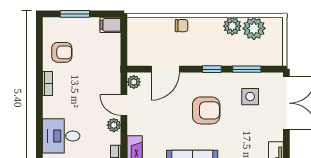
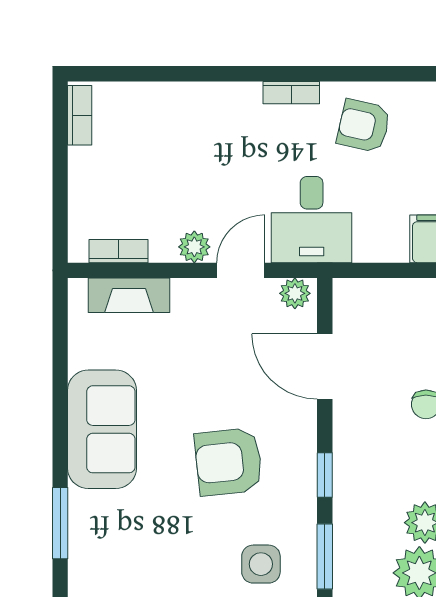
armchair: (62, 52) -> (364, 126), turned 103
armchair: (206, 110) -> (229, 462), turned 84
desk: (61, 136) -> (312, 220), moved, turned 180

